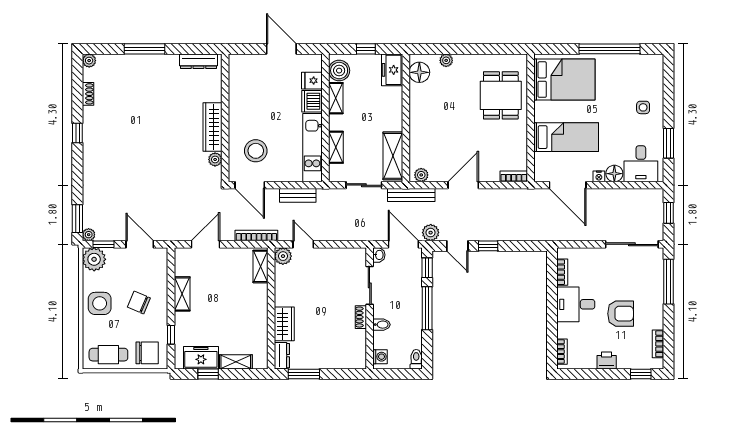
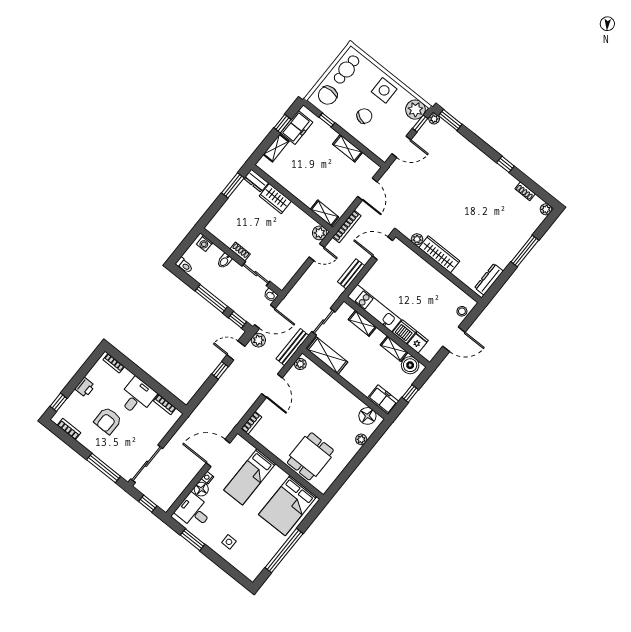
dining table: (501, 95) -> (310, 456), turned 90
stool: (256, 151) -> (462, 311), moved, width x0.53, depth x0.53

